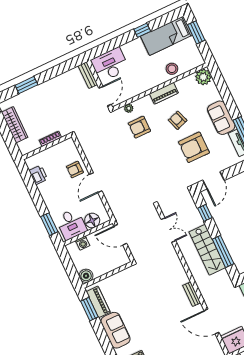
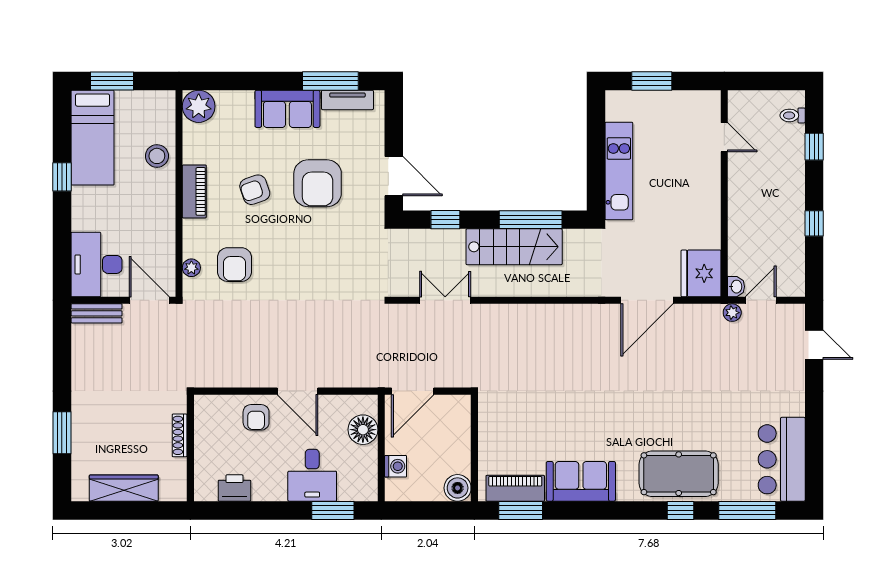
desk: (71, 224) -> (312, 475), moved, turned 90
bench: (192, 294) -> (581, 313), removed

